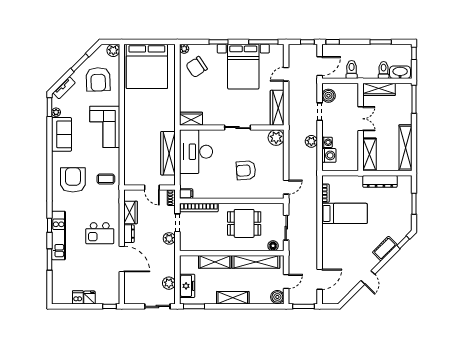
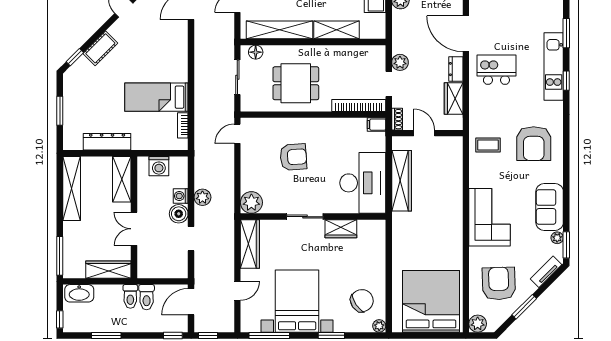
toilet: (384, 70) -> (130, 296), moved
boiler: (328, 96) -> (179, 214), moved
wardrobe: (191, 119) -> (341, 229), moved
washing machine: (329, 155) -> (159, 166), moved, turned -90

